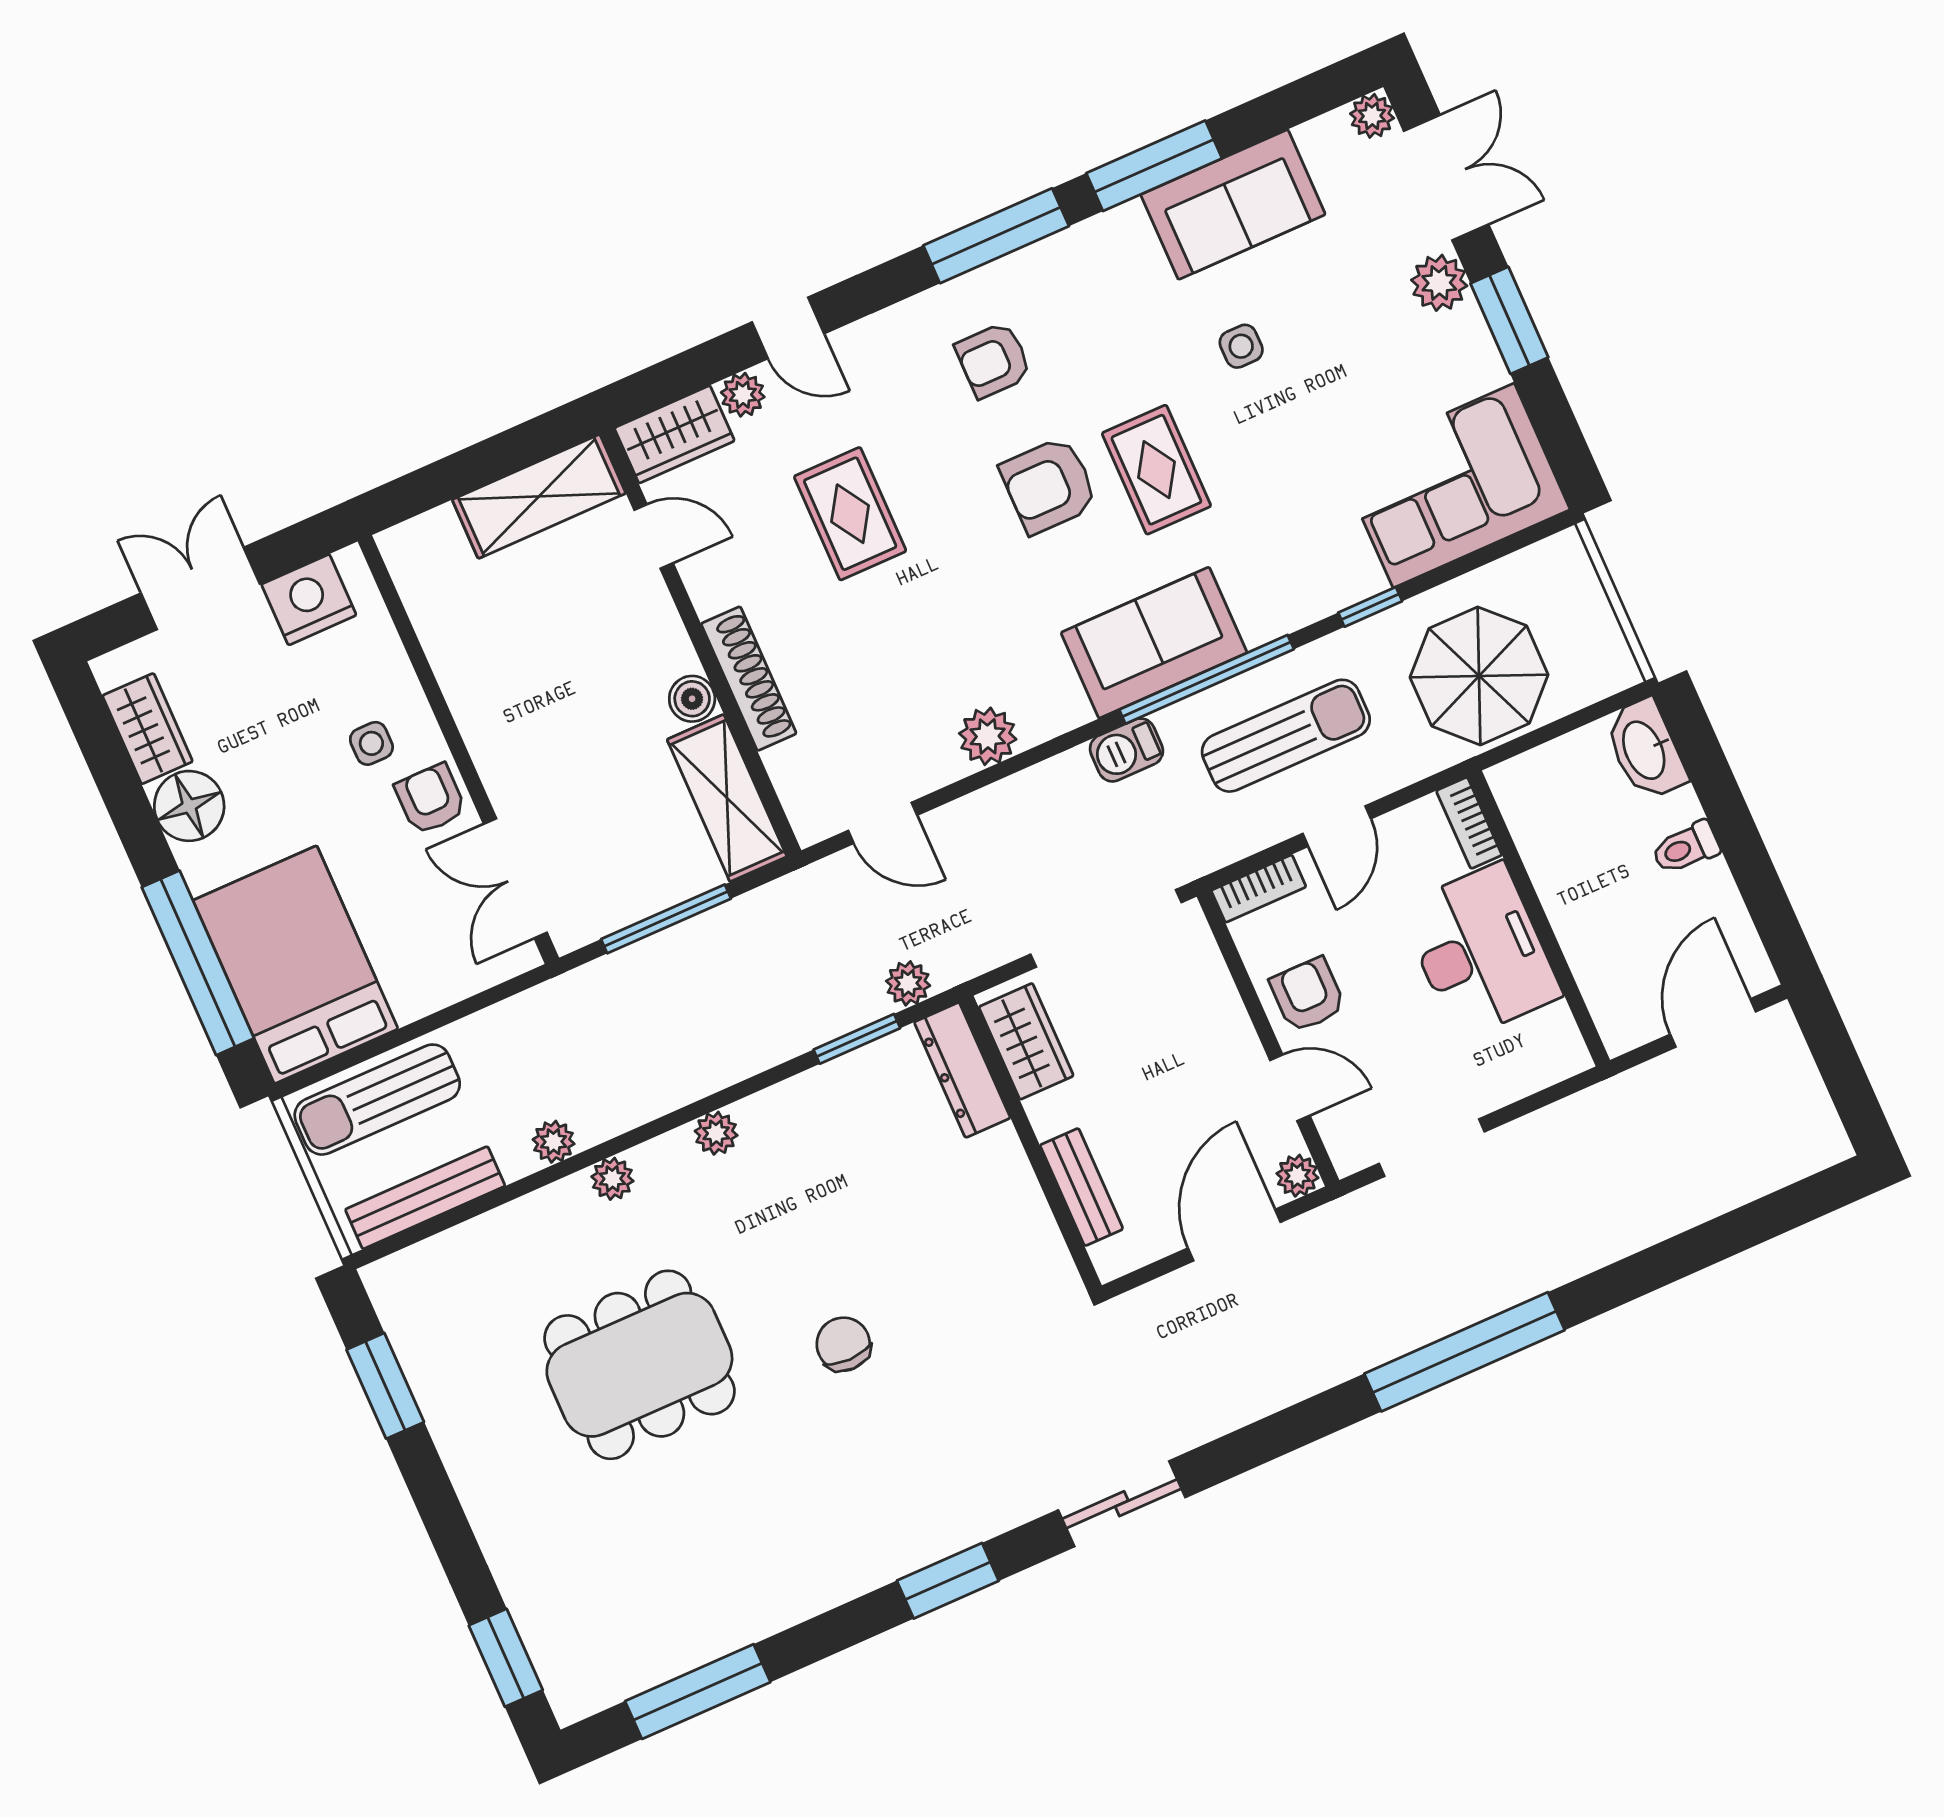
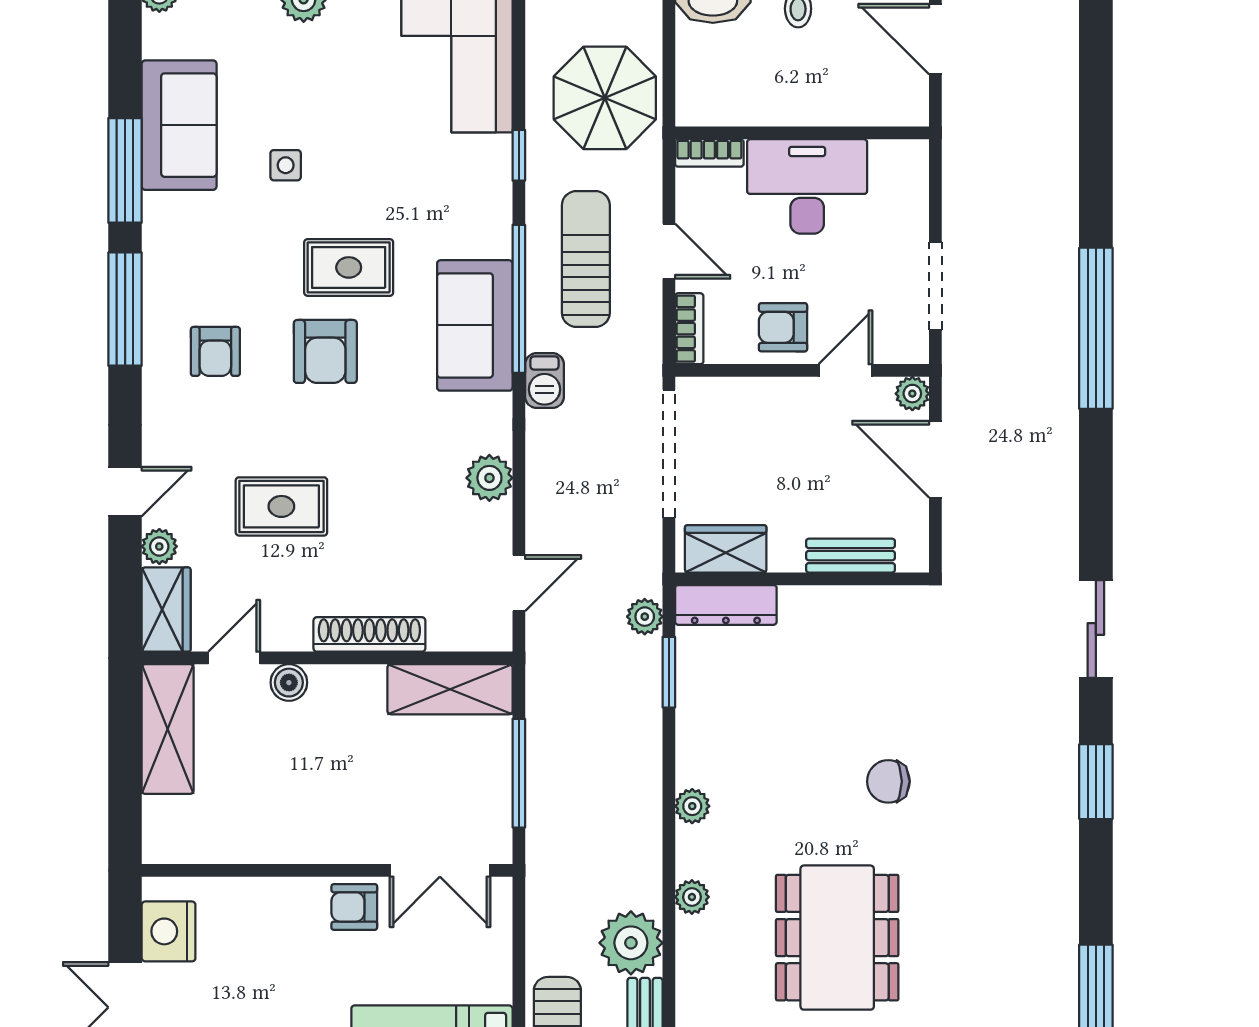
boiler: (692, 699) -> (289, 683), moved
side table: (371, 743) -> (294, 932), removed
plant: (554, 1142) -> (631, 943), width x1.87, depth x1.87

